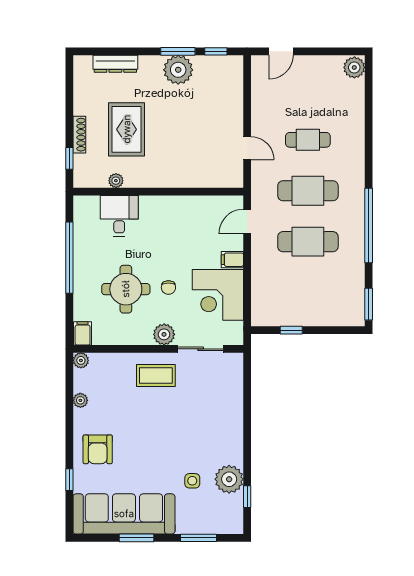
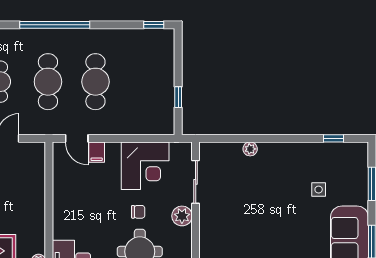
window: (369, 225) -> (55, 25), moved
filing cabinet: (232, 260) -> (97, 152), moved
window: (369, 304) -> (154, 25), width x0.67
coffee table: (156, 375) -> (220, 224), removed
plant: (229, 479) -> (250, 149), moved, width x0.53, depth x0.53

